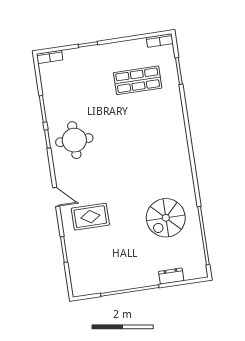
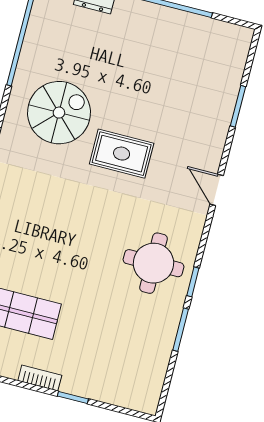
bookcase: (50, 57) -> (40, 378), moved
rug: (90, 217) -> (122, 154), moved
spiral stairs: (166, 218) -> (59, 113), moved

